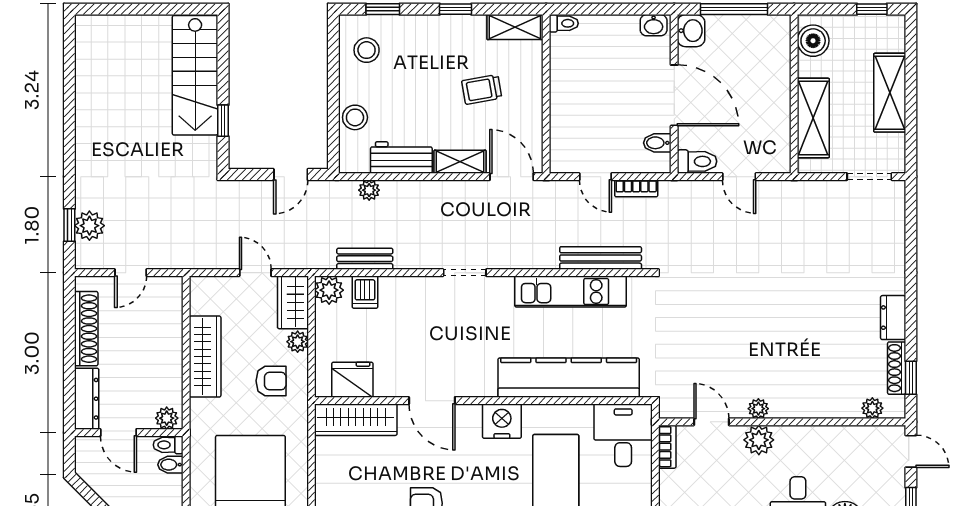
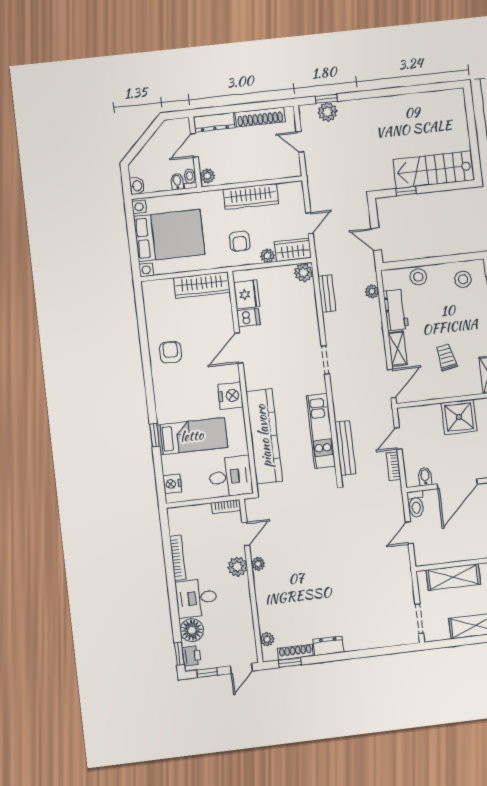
shower: (574, 81) -> (459, 417), added
dishwasher: (365, 292) -> (248, 318), moved, turned 180
wardrobe: (356, 420) -> (202, 285), moved, turned -90

